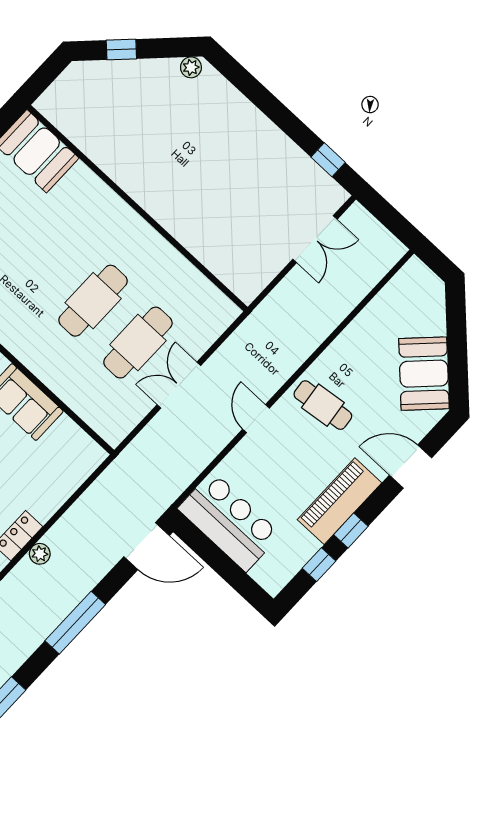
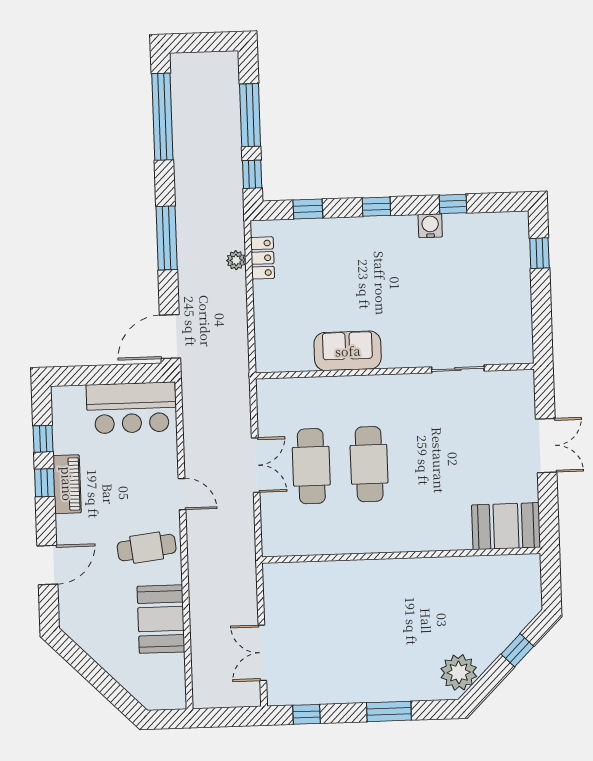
plant: (191, 67) -> (459, 672), width x1.87, depth x1.87
window: (264, 100) -> (389, 711), added
booth: (424, 374) -> (161, 619), moved, turned 45
piano: (339, 501) -> (67, 484), width x0.73, depth x0.75

